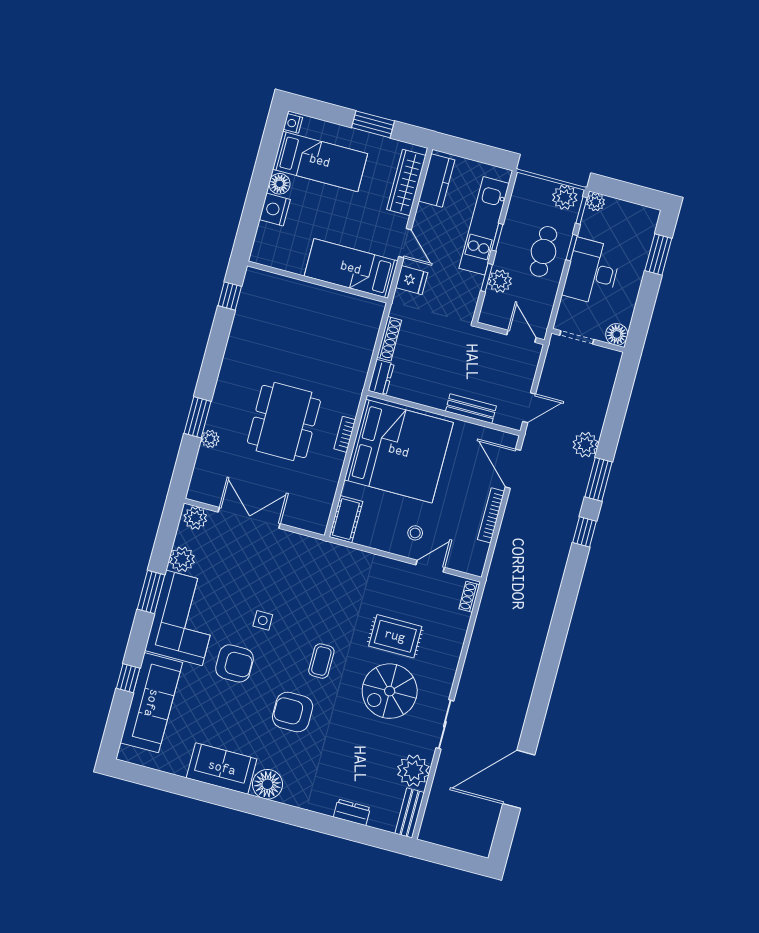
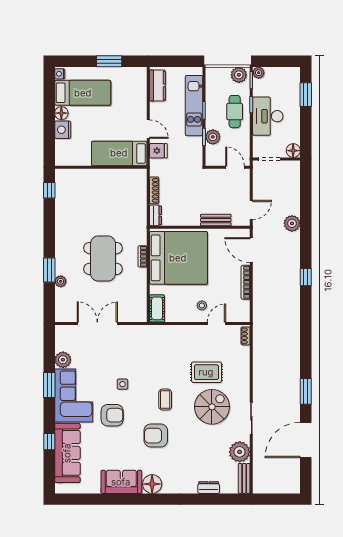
wardrobe: (406, 183) -> (139, 92), removed
window: (599, 479) -> (306, 391), moved
plant: (195, 518) -> (64, 332), removed
spiral stairs: (390, 691) -> (212, 407), turned 180

